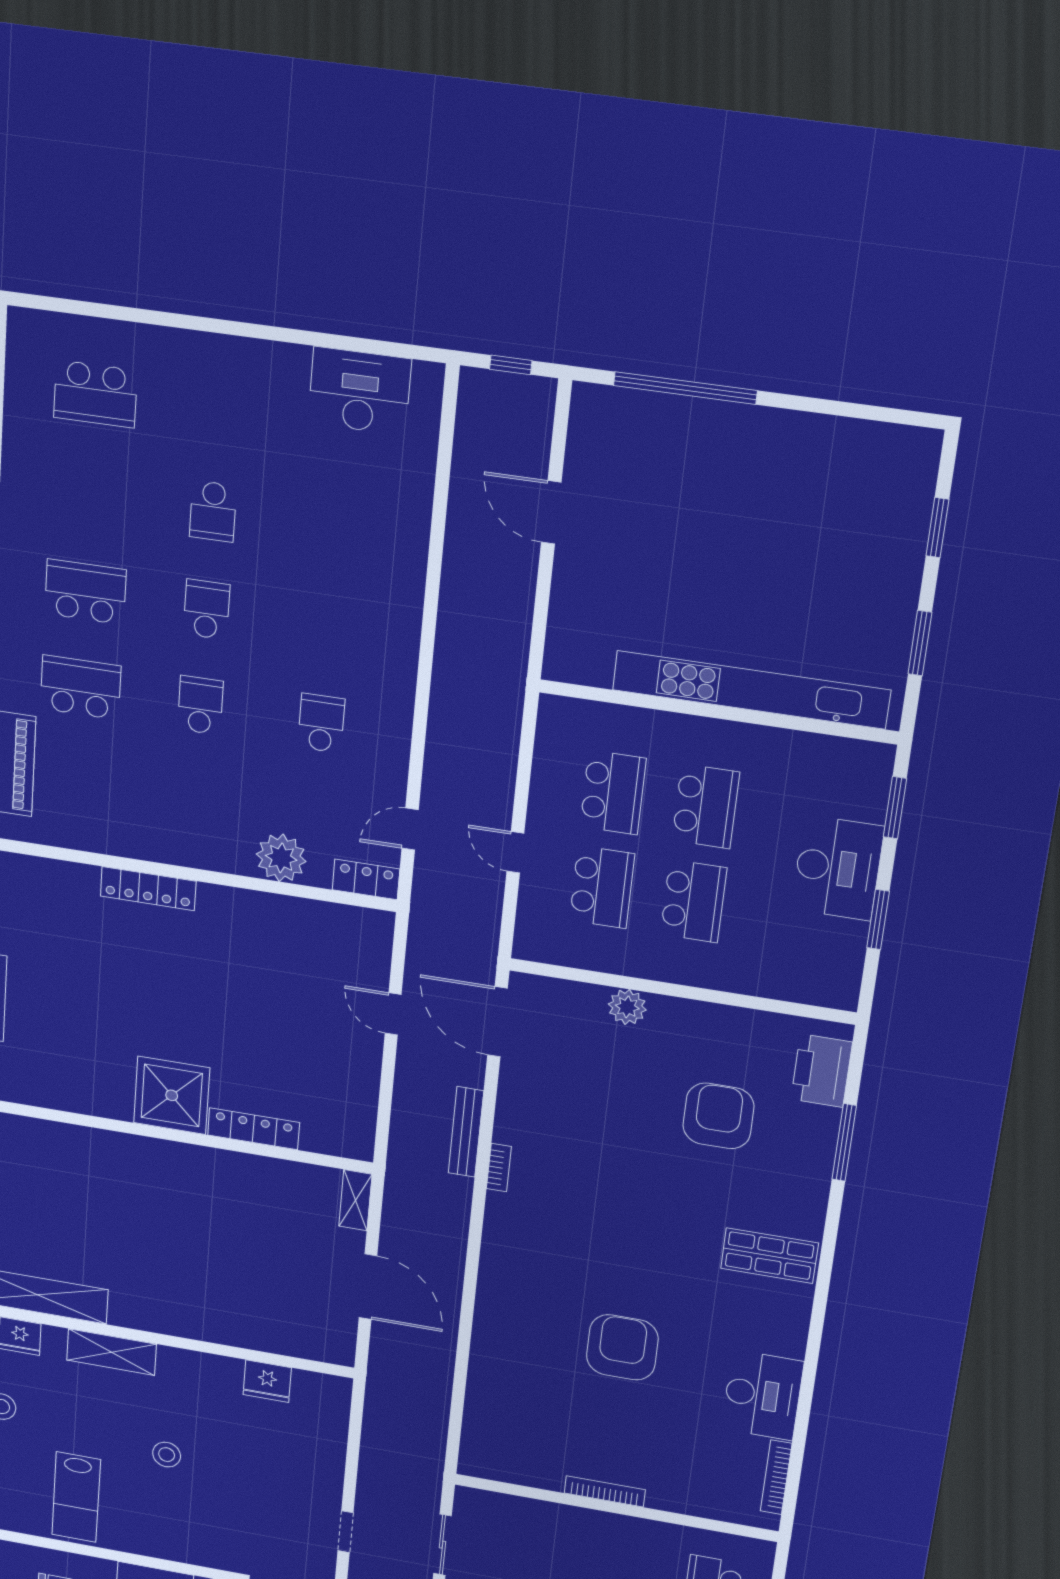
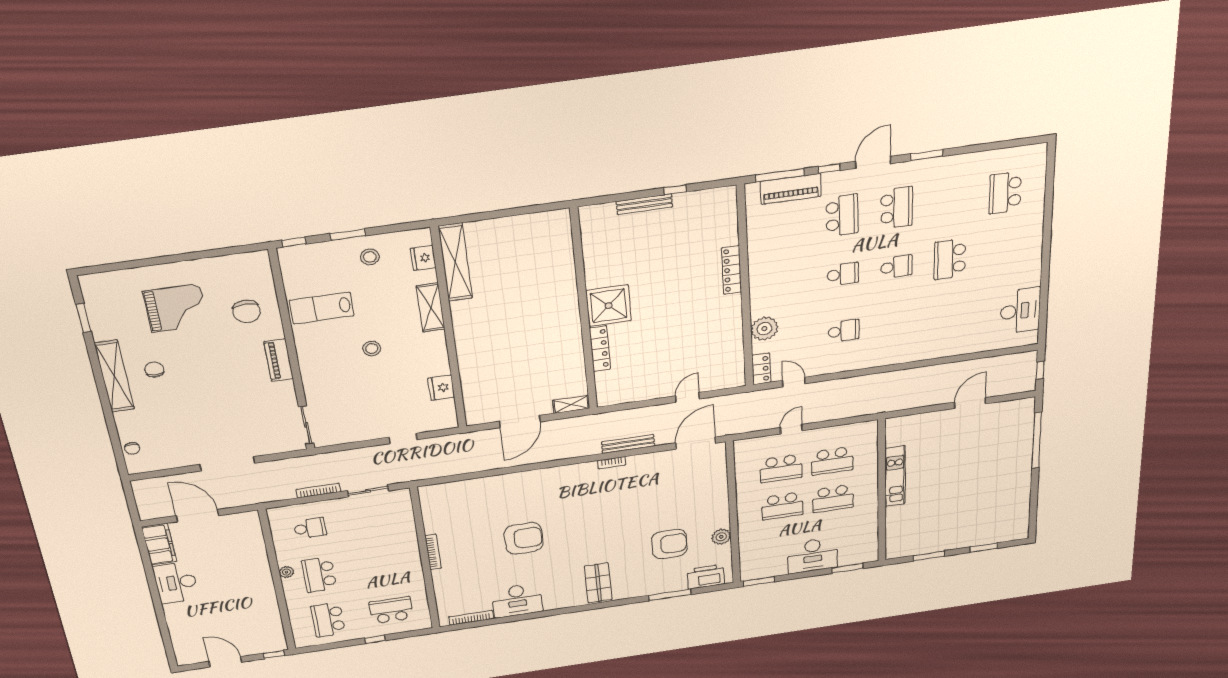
school desk: (213, 511) -> (950, 259), width x1.85
kitchen unit: (751, 690) -> (895, 476), width x0.54
window: (878, 919) -> (759, 581), moved
plant: (627, 1007) -> (721, 537), moved
doorway: (346, 1532) -> (403, 438), moved

